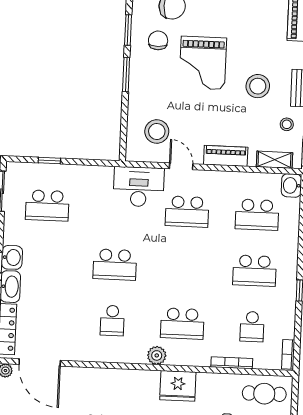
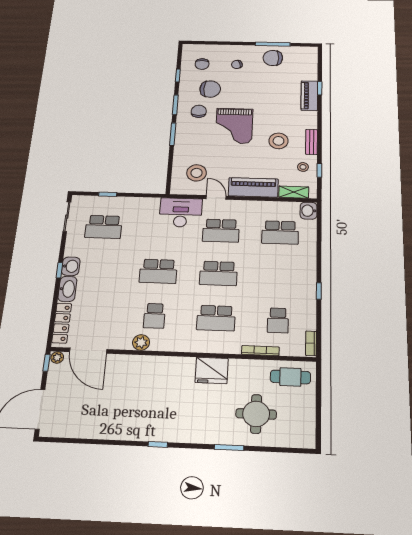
piano: (226, 156) -> (253, 187), width x1.37, depth x1.33
school desk: (254, 271) -> (218, 273), moved
plant: (157, 355) -> (141, 342), moved

